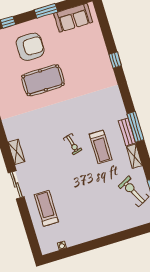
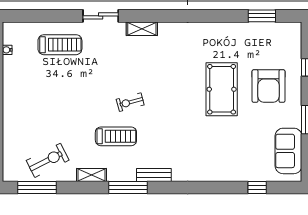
window: (115, 60) -> (257, 188), moved
bench: (127, 132) -> (154, 175), moved
treadmill: (101, 147) -> (116, 136), turned 180

